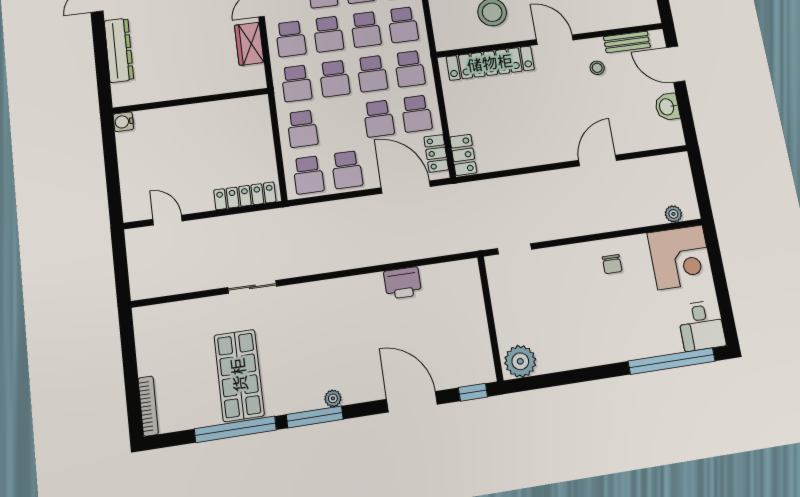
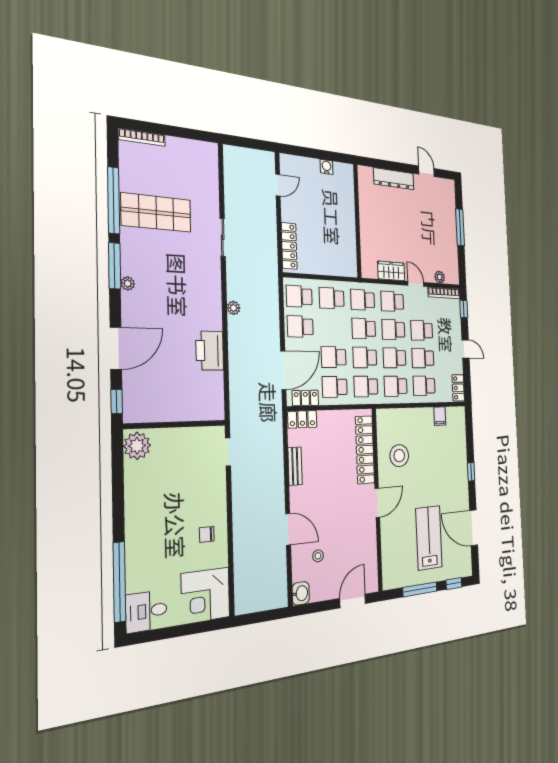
bench: (627, 42) -> (295, 466), moved
stool: (597, 68) -> (318, 556), moved
washbasin: (667, 107) -> (301, 593), moved, turned 90
water cooler: (123, 122) -> (327, 167), moved
plant: (673, 214) -> (234, 308), moved
printer: (403, 283) -> (210, 351), width x1.37, depth x1.19

